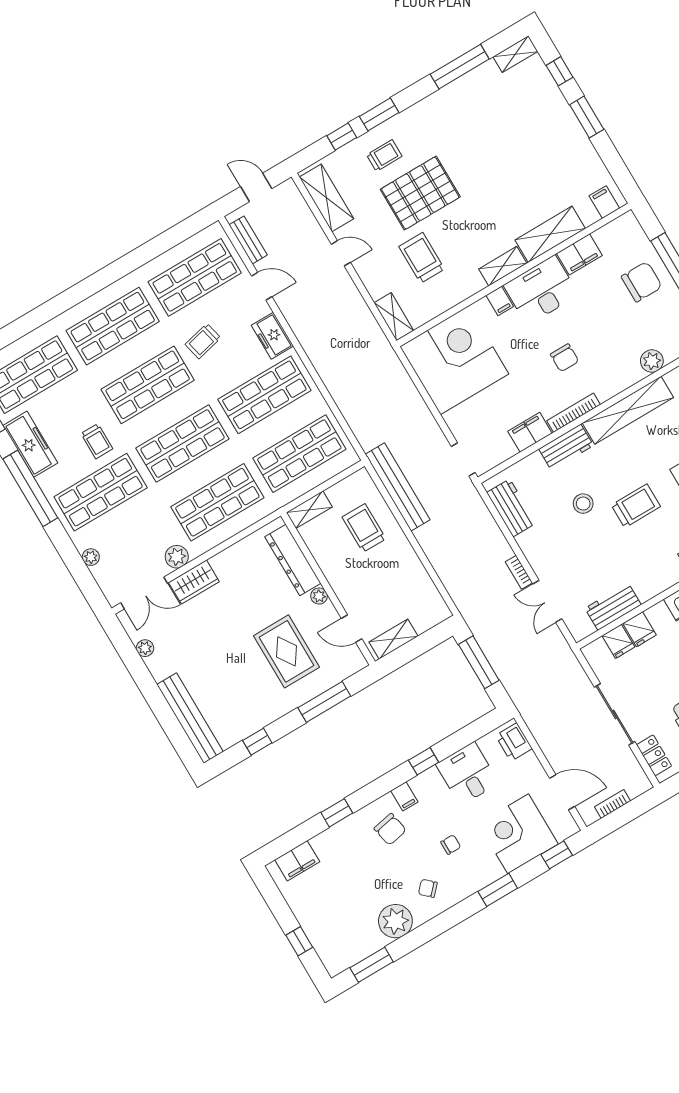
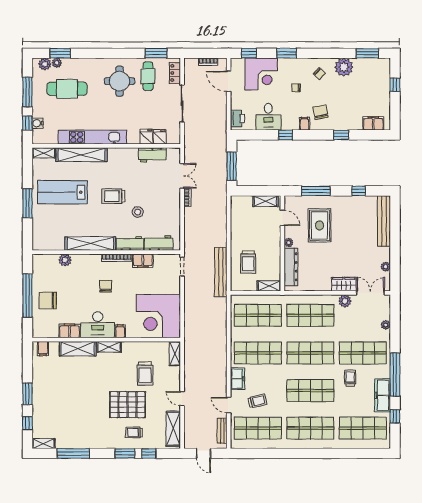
trolley: (203, 341) -> (257, 401), moved
workbench: (511, 508) -> (159, 243), moved, turned 90

